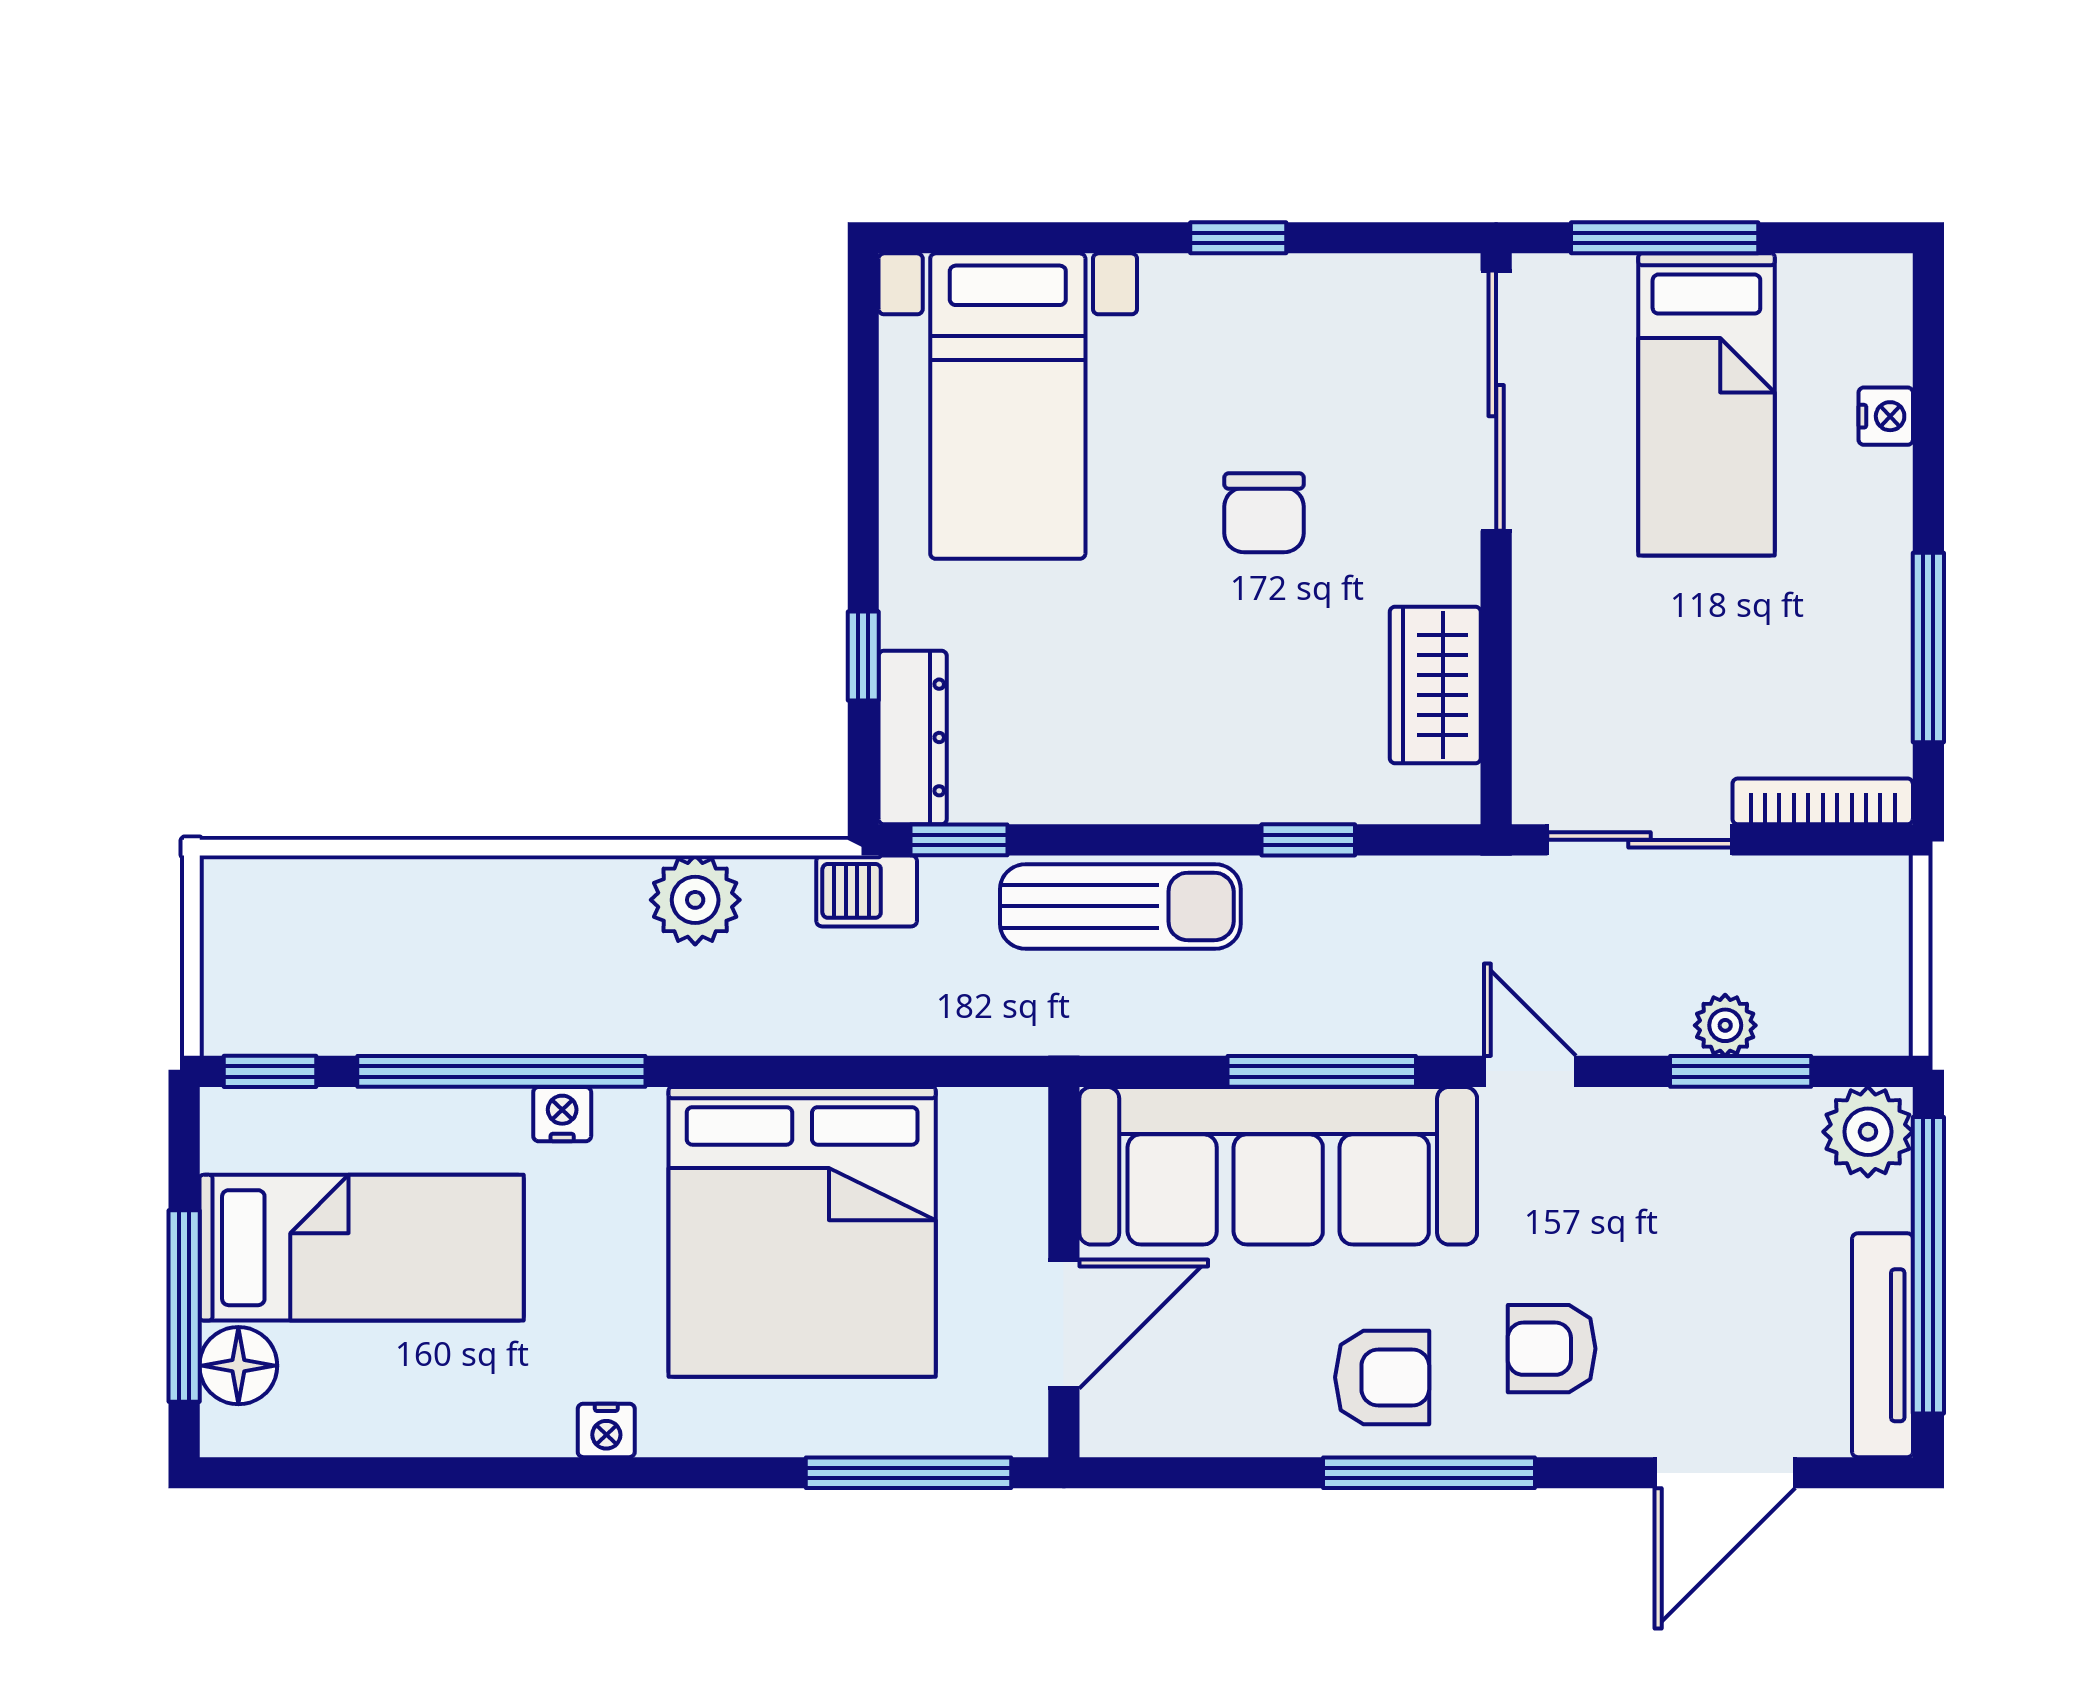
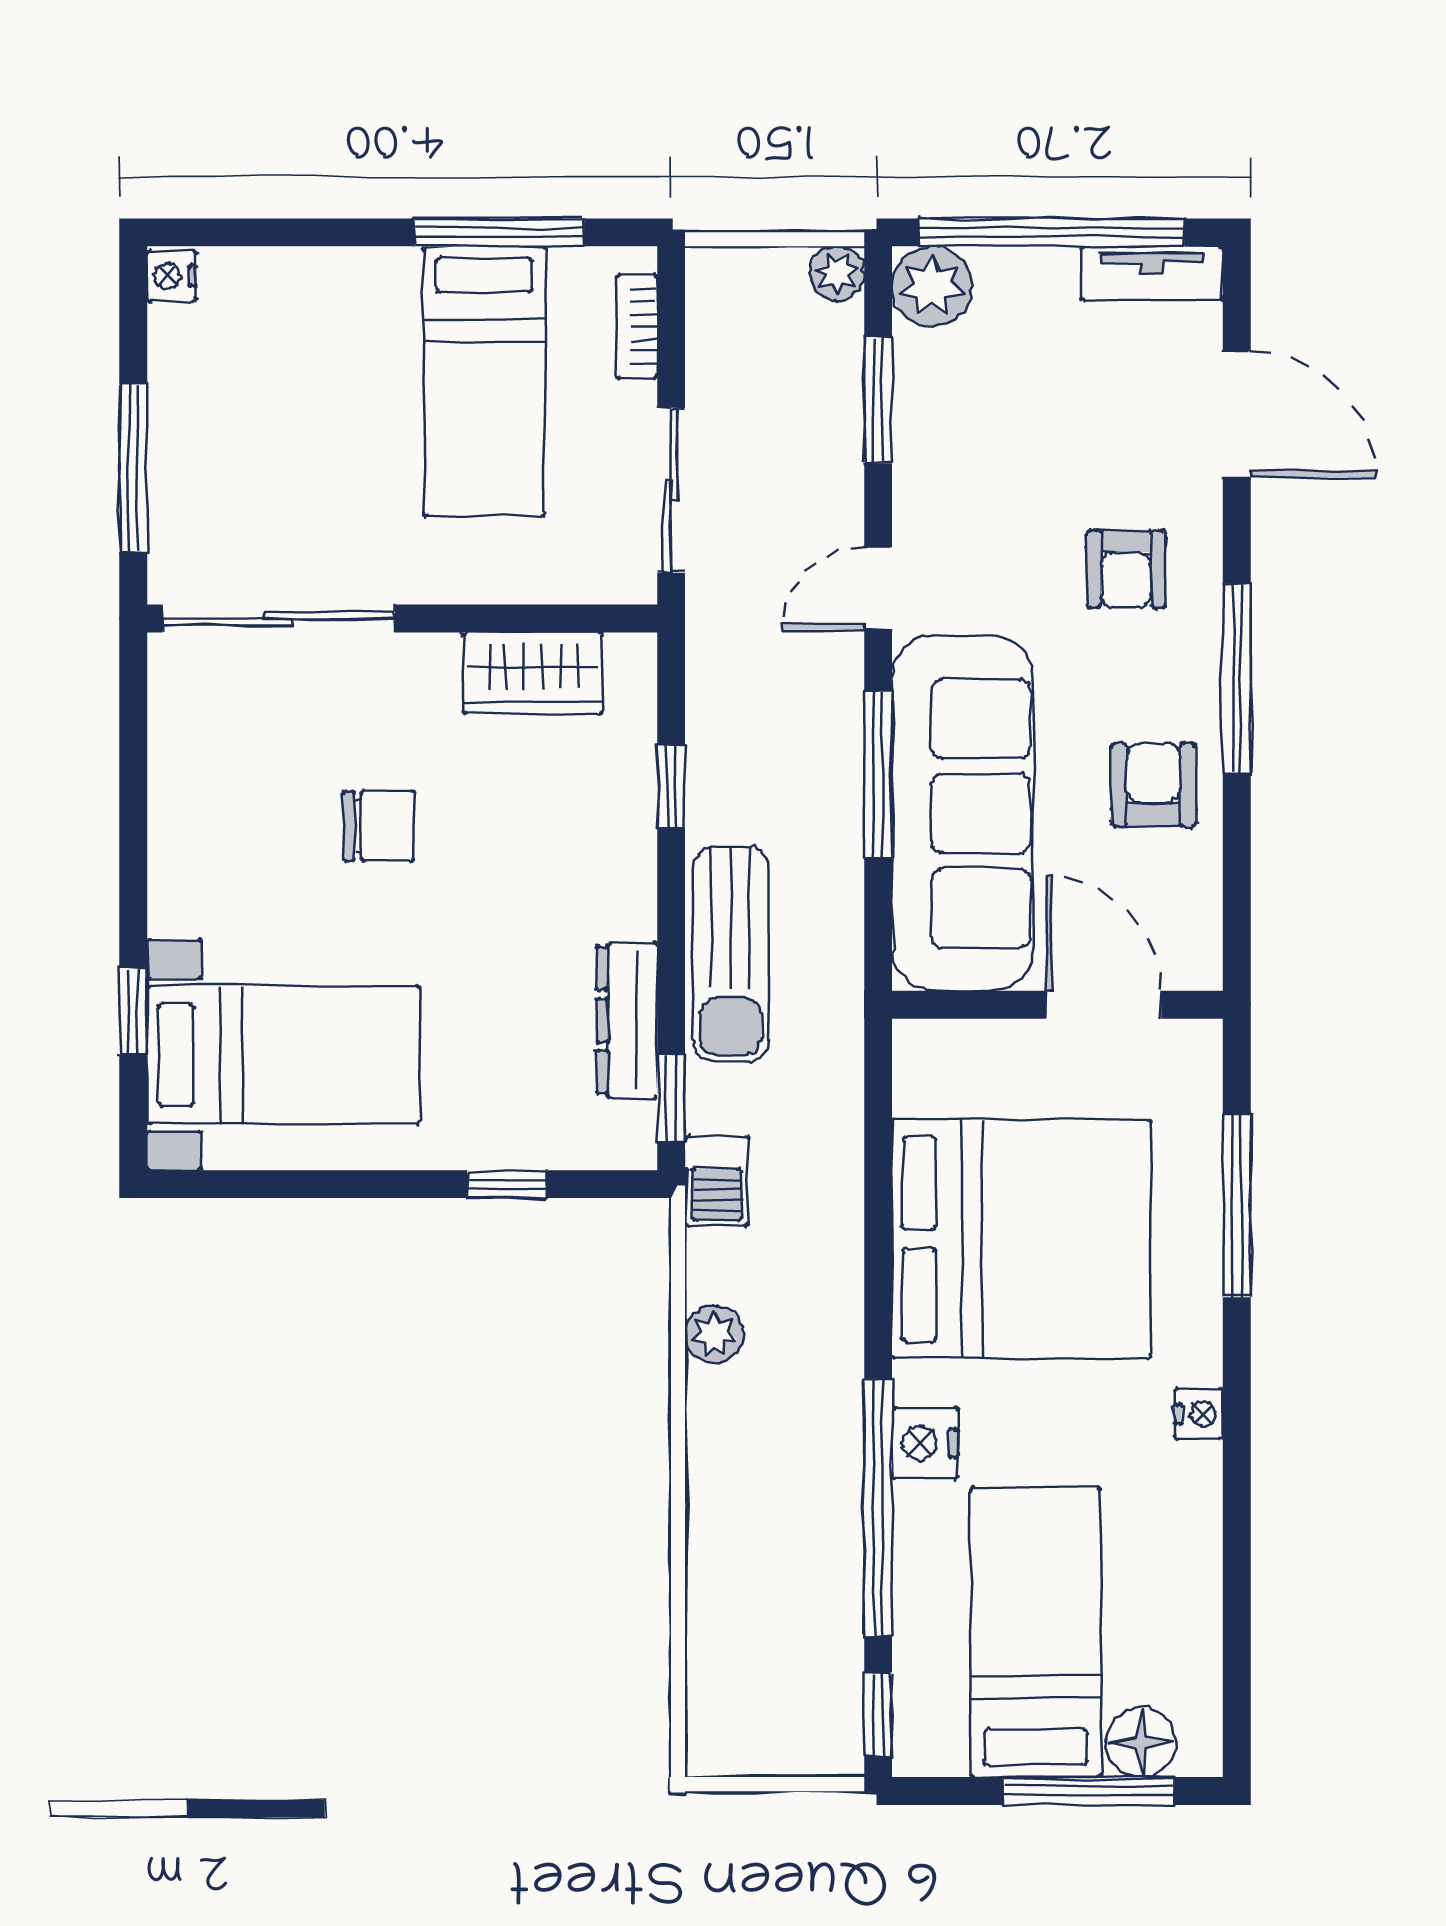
window: (1238, 238) -> (133, 1011), moved
bed: (1706, 404) -> (485, 381), moved, turned 90
nightstand: (1886, 416) -> (171, 276), moved, turned -90
dresser: (913, 737) -> (627, 1020), moved, turned -90
bookcase: (1823, 801) -> (637, 327), width x0.64
plant: (695, 900) -> (714, 1334), width x0.73, depth x0.73
sun lounger: (1120, 906) -> (731, 954), turned 180
plant: (1725, 1025) -> (837, 273), moved
nightstand: (562, 1114) -> (925, 1443), width x1.39, depth x1.35
tv unit: (1883, 1345) -> (1152, 273), width x0.71
armchair: (1382, 1377) -> (1153, 785), moved
window: (908, 1473) -> (1237, 1205), moved

